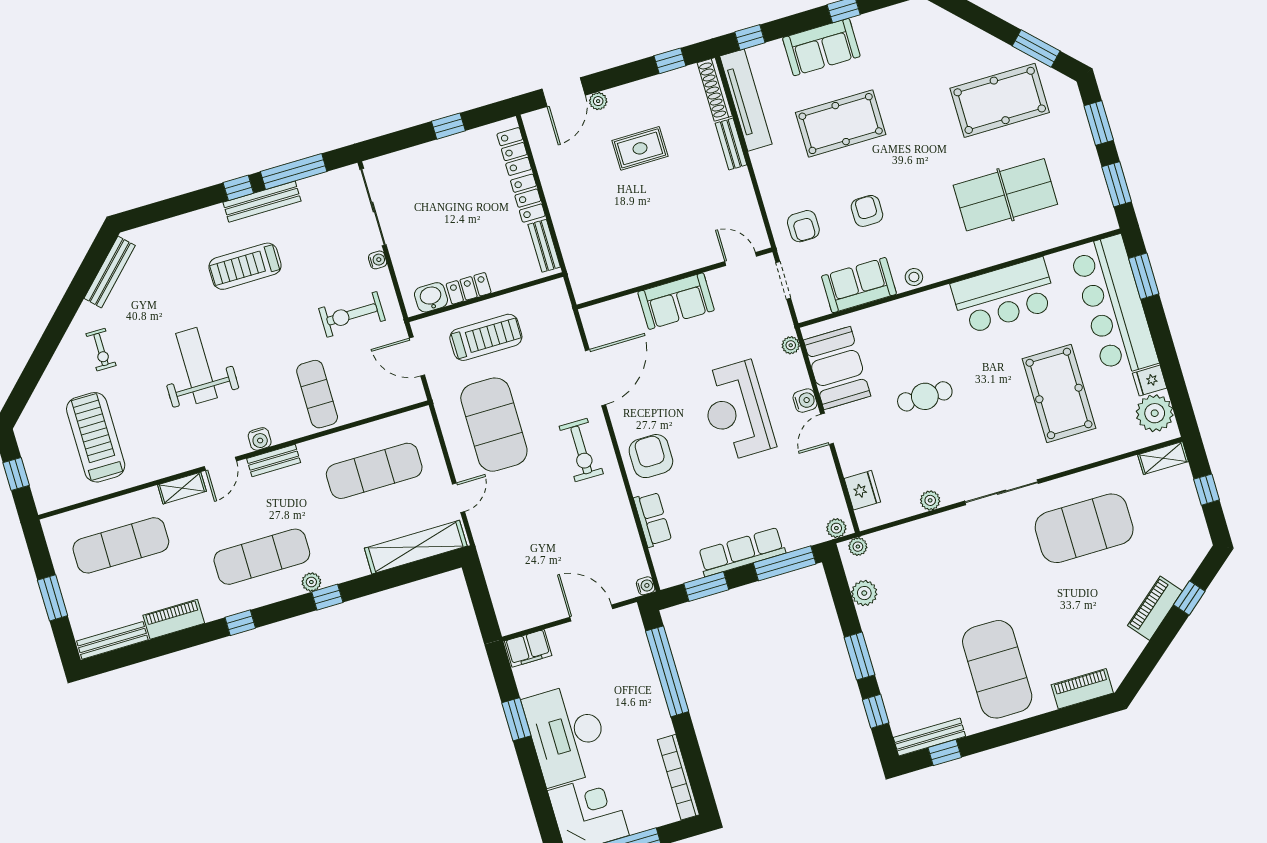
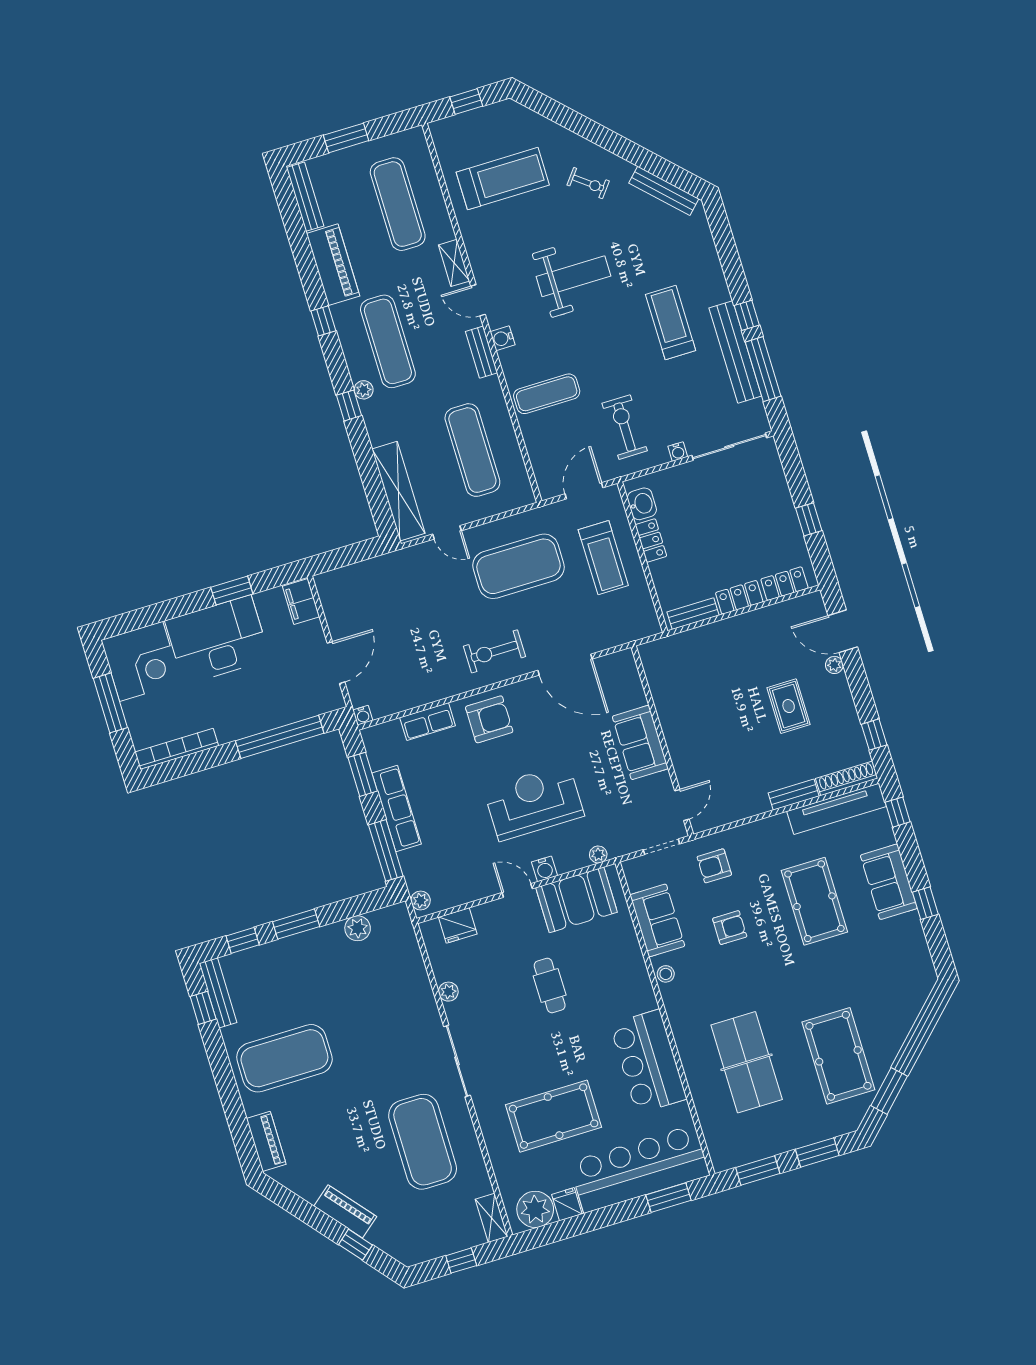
bench: (262, 202) -> (735, 352), width x1.37, depth x1.21
exercise bike: (101, 350) -> (588, 183), turned -142
plant: (858, 547) -> (403, 922), removed
piano: (174, 619) -> (333, 265), width x1.37, depth x1.33

